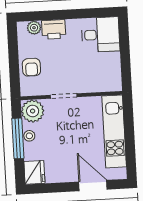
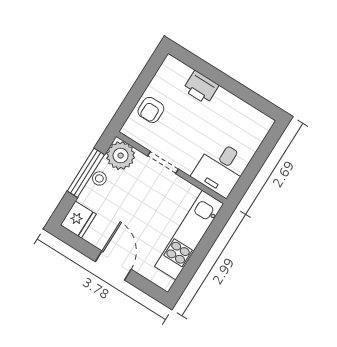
plant: (34, 28) -> (182, 71), removed
desk: (100, 35) -> (221, 168), moved, turned 90
door: (93, 186) -> (113, 266), moved

